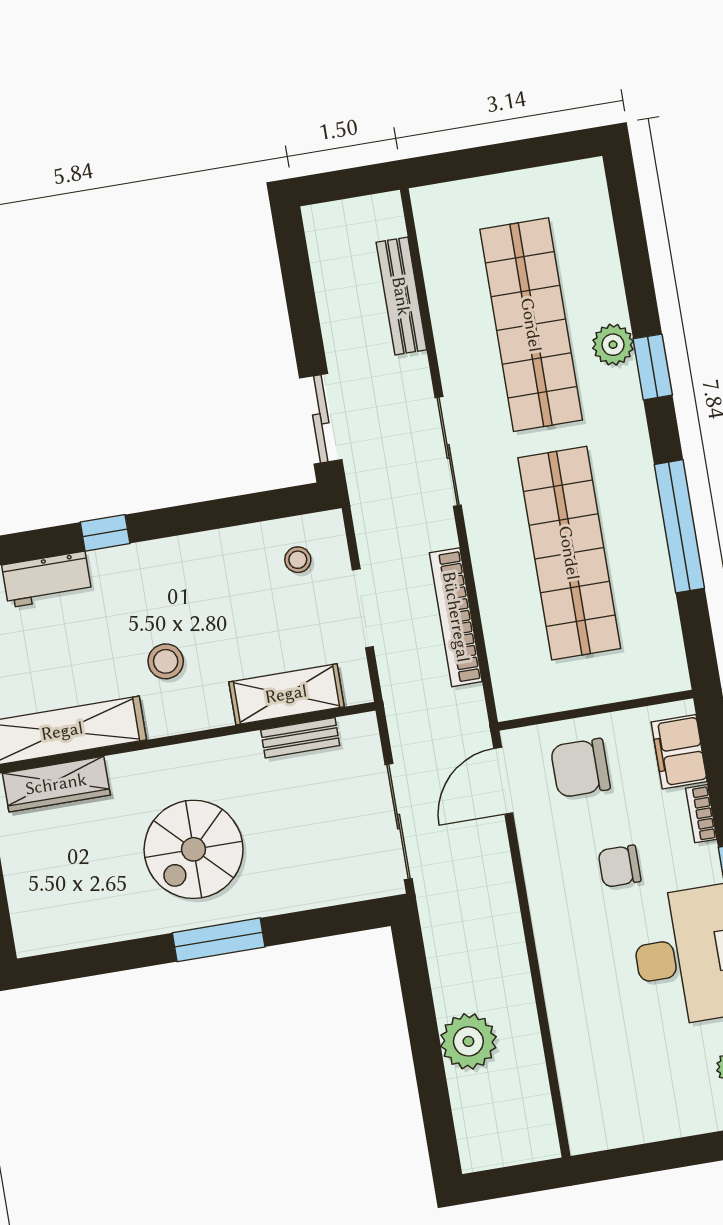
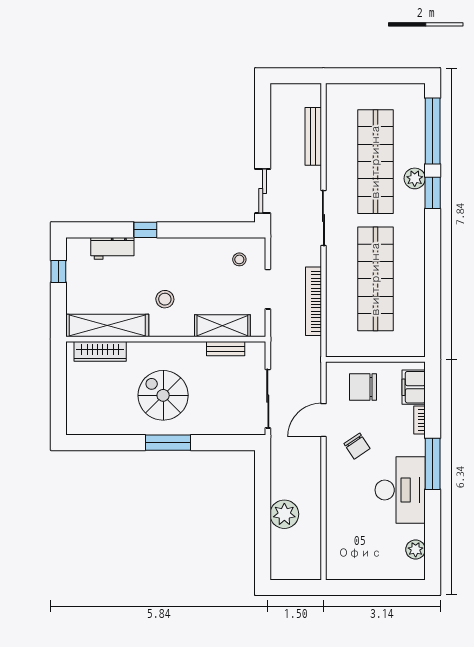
window: (679, 526) -> (433, 131), moved
door: (503, 781) -> (323, 420), moved
spiral stairs: (194, 849) -> (163, 395), turned 90
chair: (619, 866) -> (357, 446), moved, turned -124

